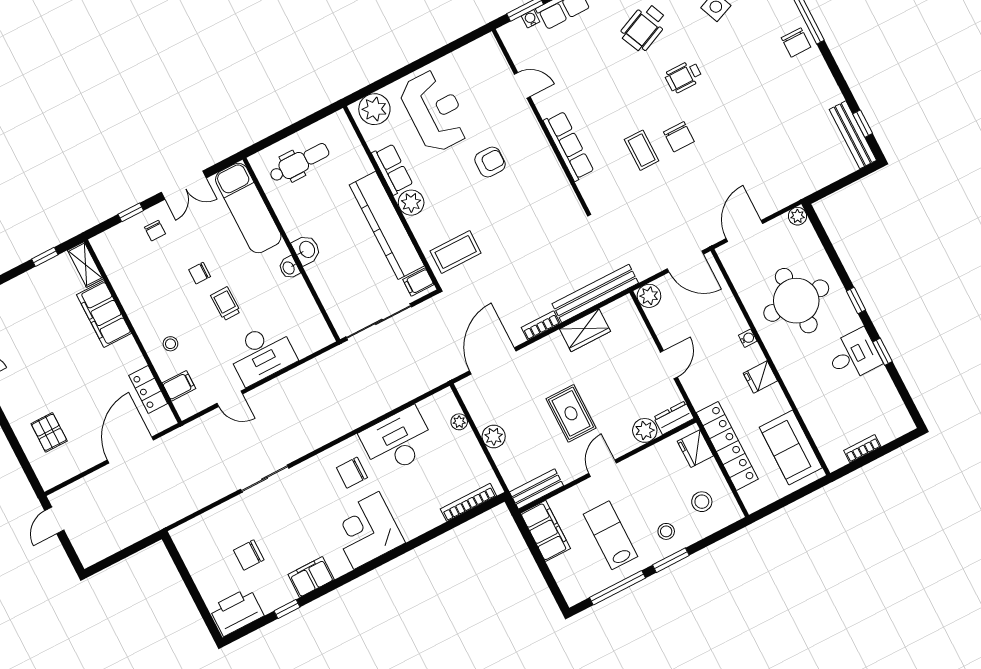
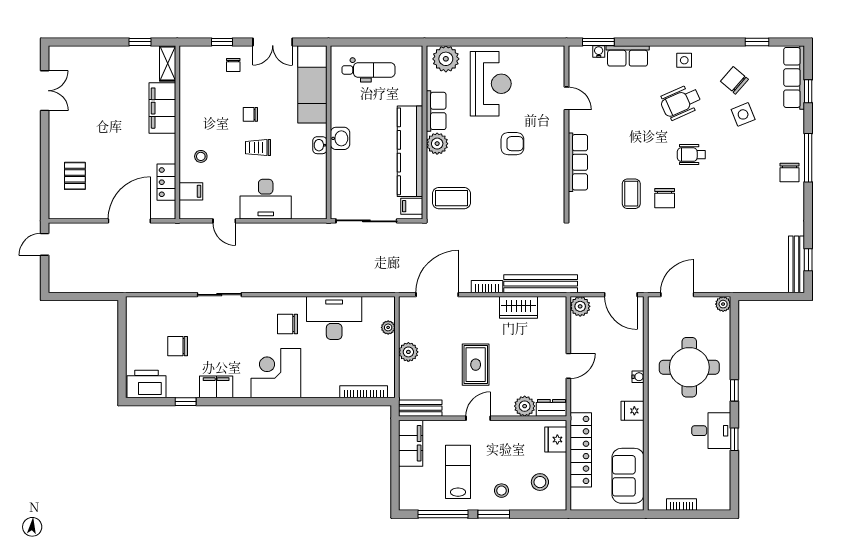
trolley: (226, 304) -> (258, 148), turned -89

